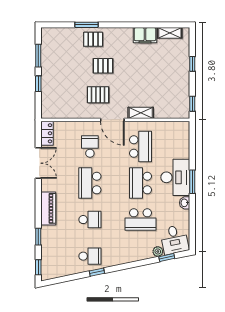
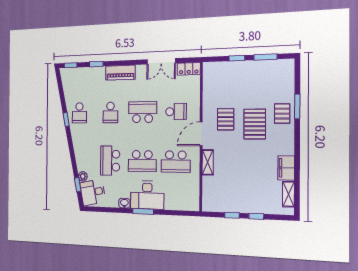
pallet: (103, 66) -> (255, 124), width x1.50, depth x1.42
window: (192, 104) -> (232, 215), moved
school desk: (141, 183) -> (142, 161), turned 180

